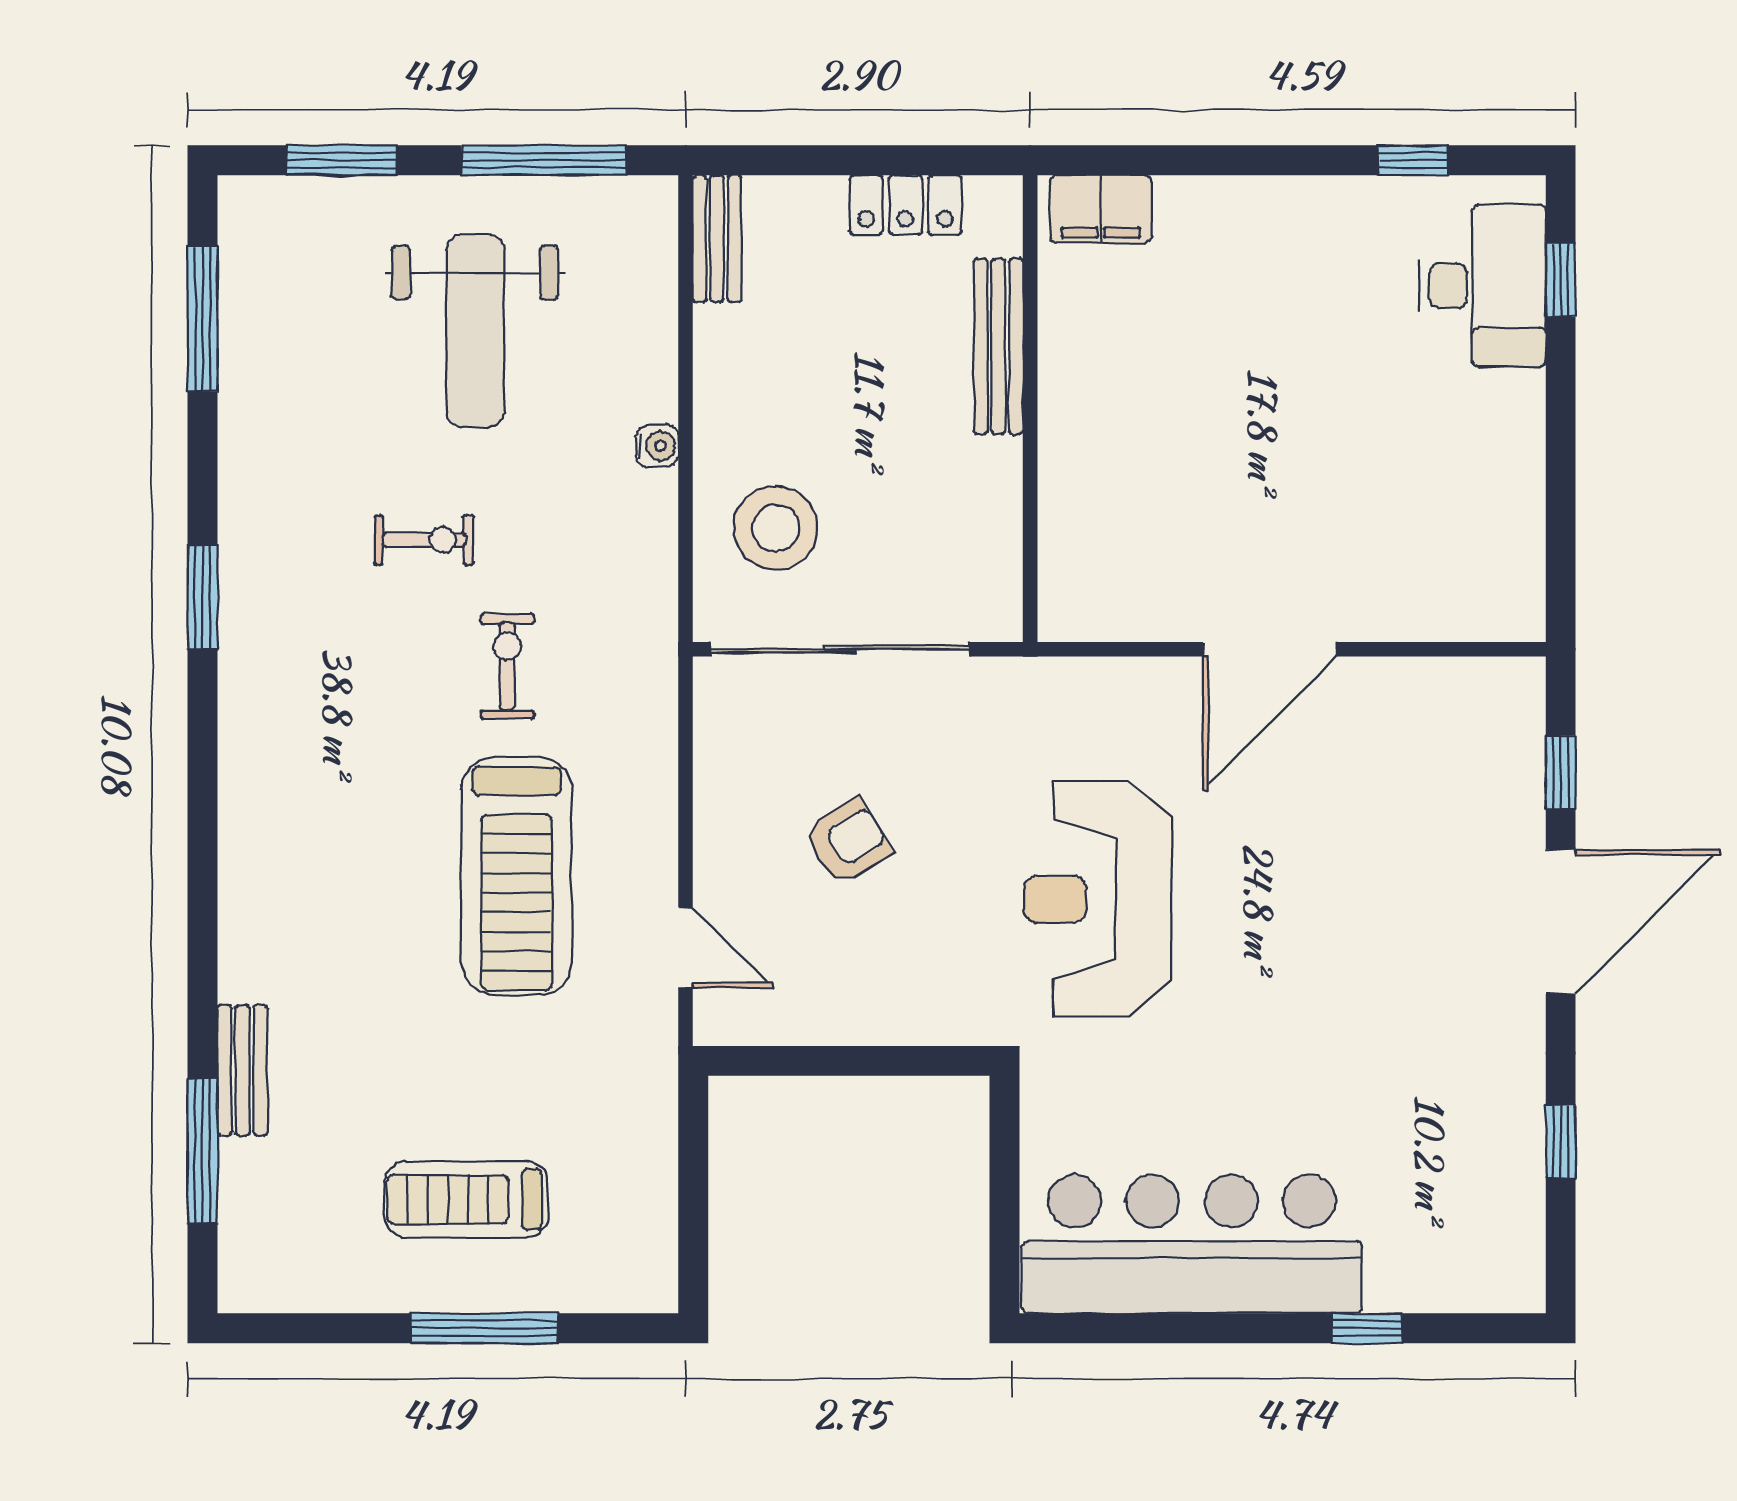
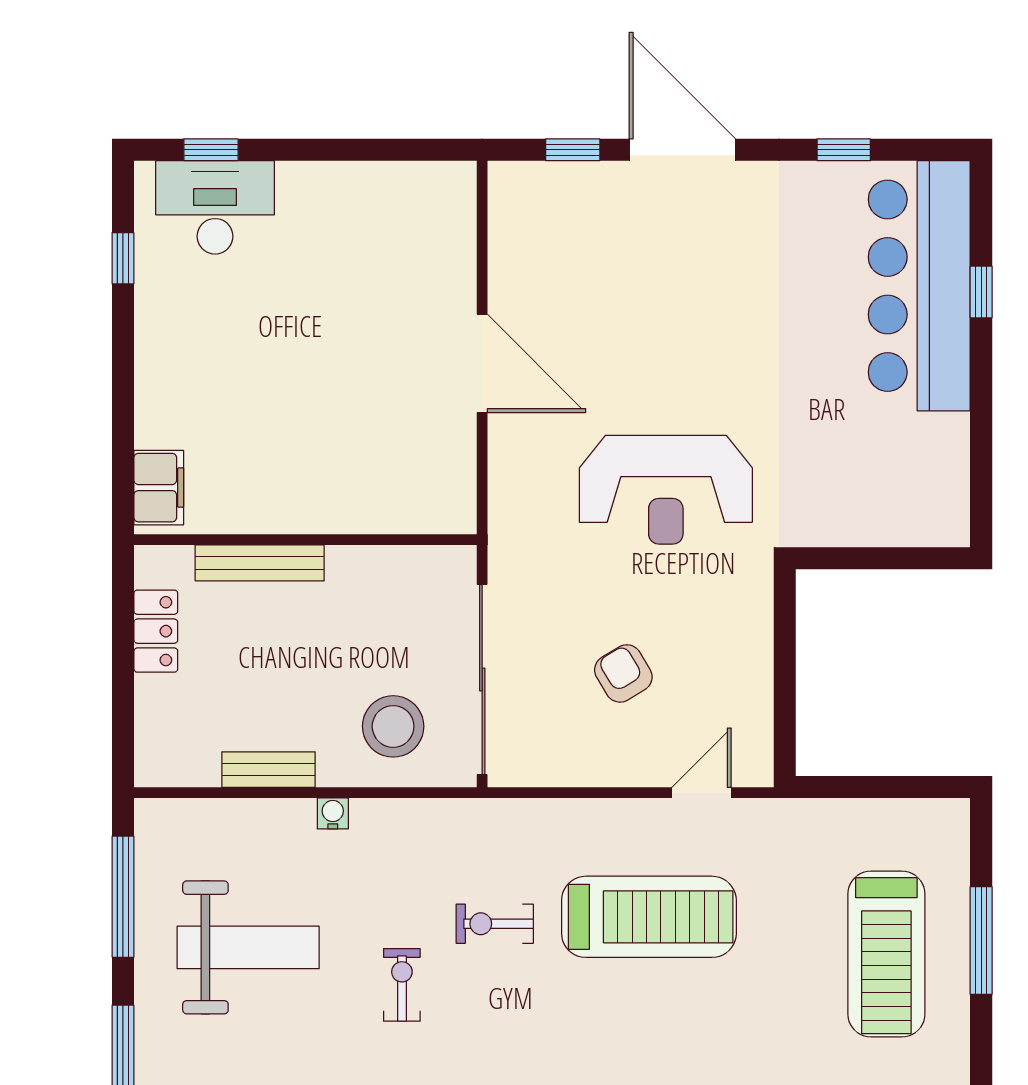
bench: (717, 239) -> (269, 770), moved
treadmill: (466, 1199) -> (886, 954), width x1.37, depth x1.38
bar counter: (1192, 1244) -> (919, 286), moved

